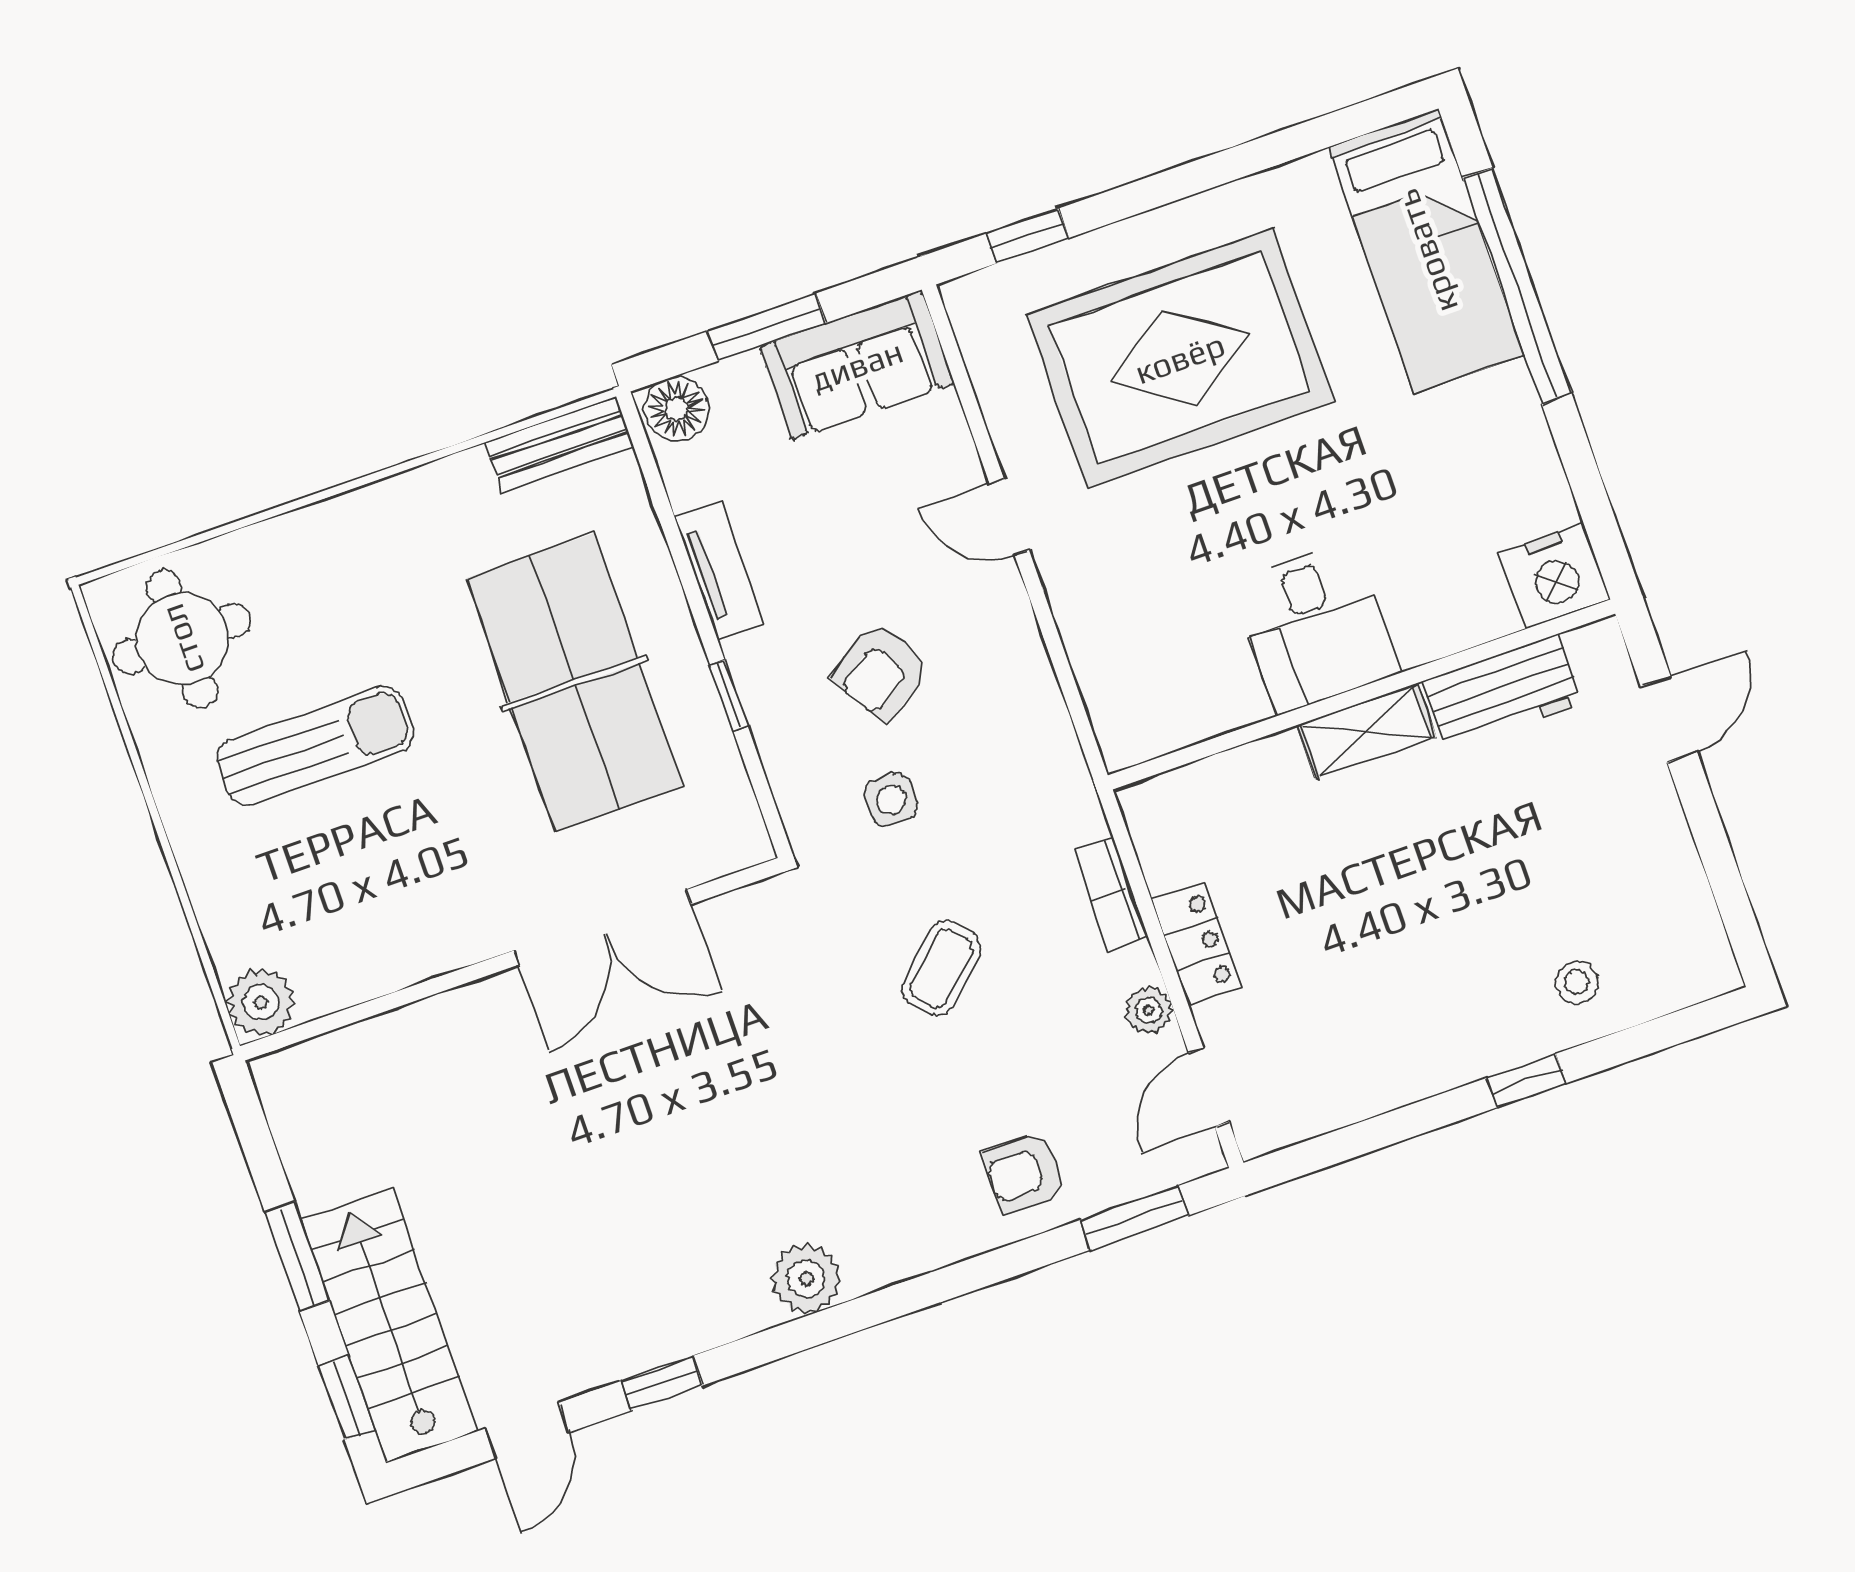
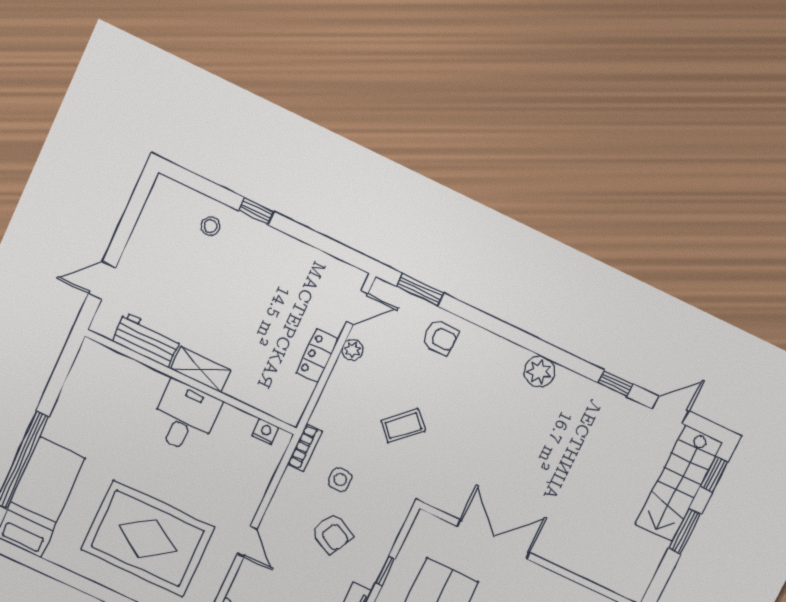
nightstand: (1555, 576) -> (265, 432), moved, width x0.53, depth x0.56
armchair: (880, 672) -> (332, 533), turned 60
side table: (891, 800) -> (340, 480), moved
bookcase: (1111, 893) -> (305, 448), moved

